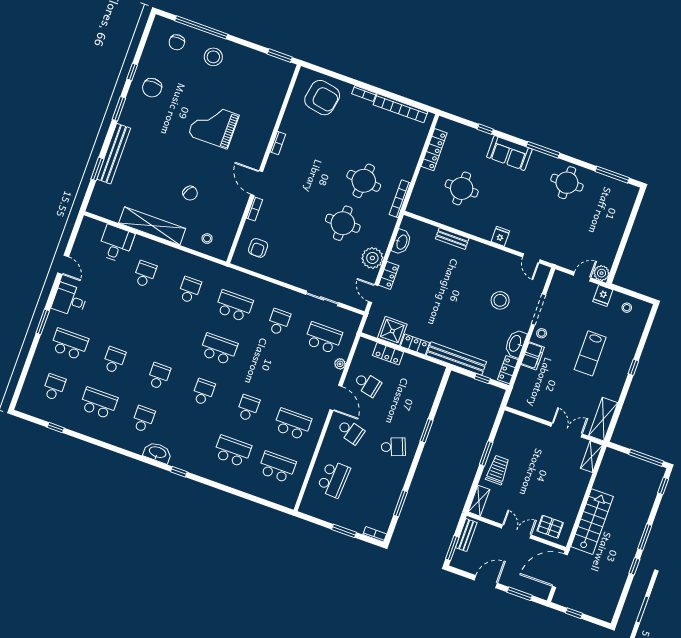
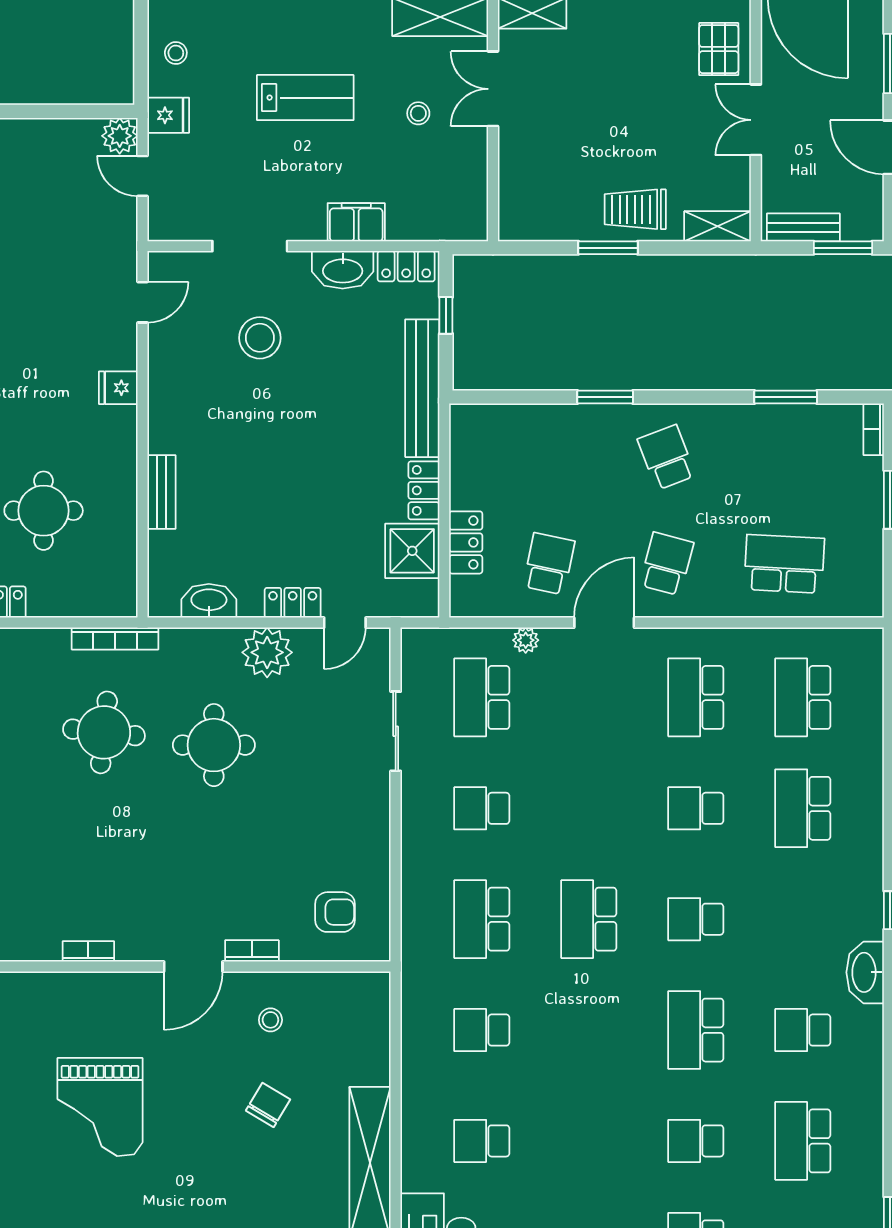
stool: (207, 239) -> (270, 1020), moved
stool: (542, 333) -> (418, 113), moved
school desk: (159, 376) -> (696, 1030), width x1.85

